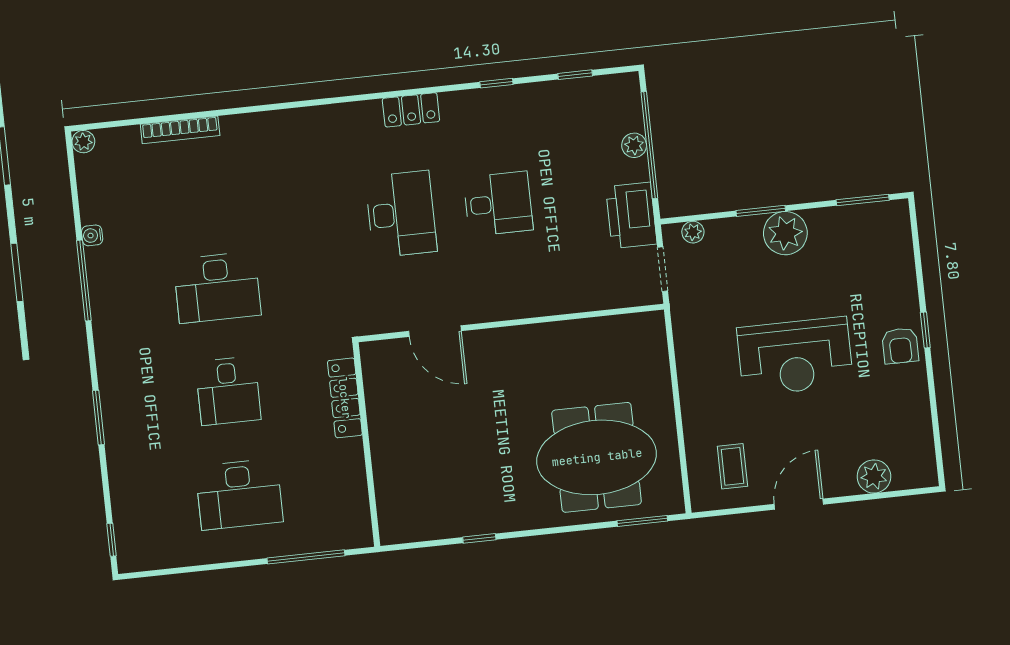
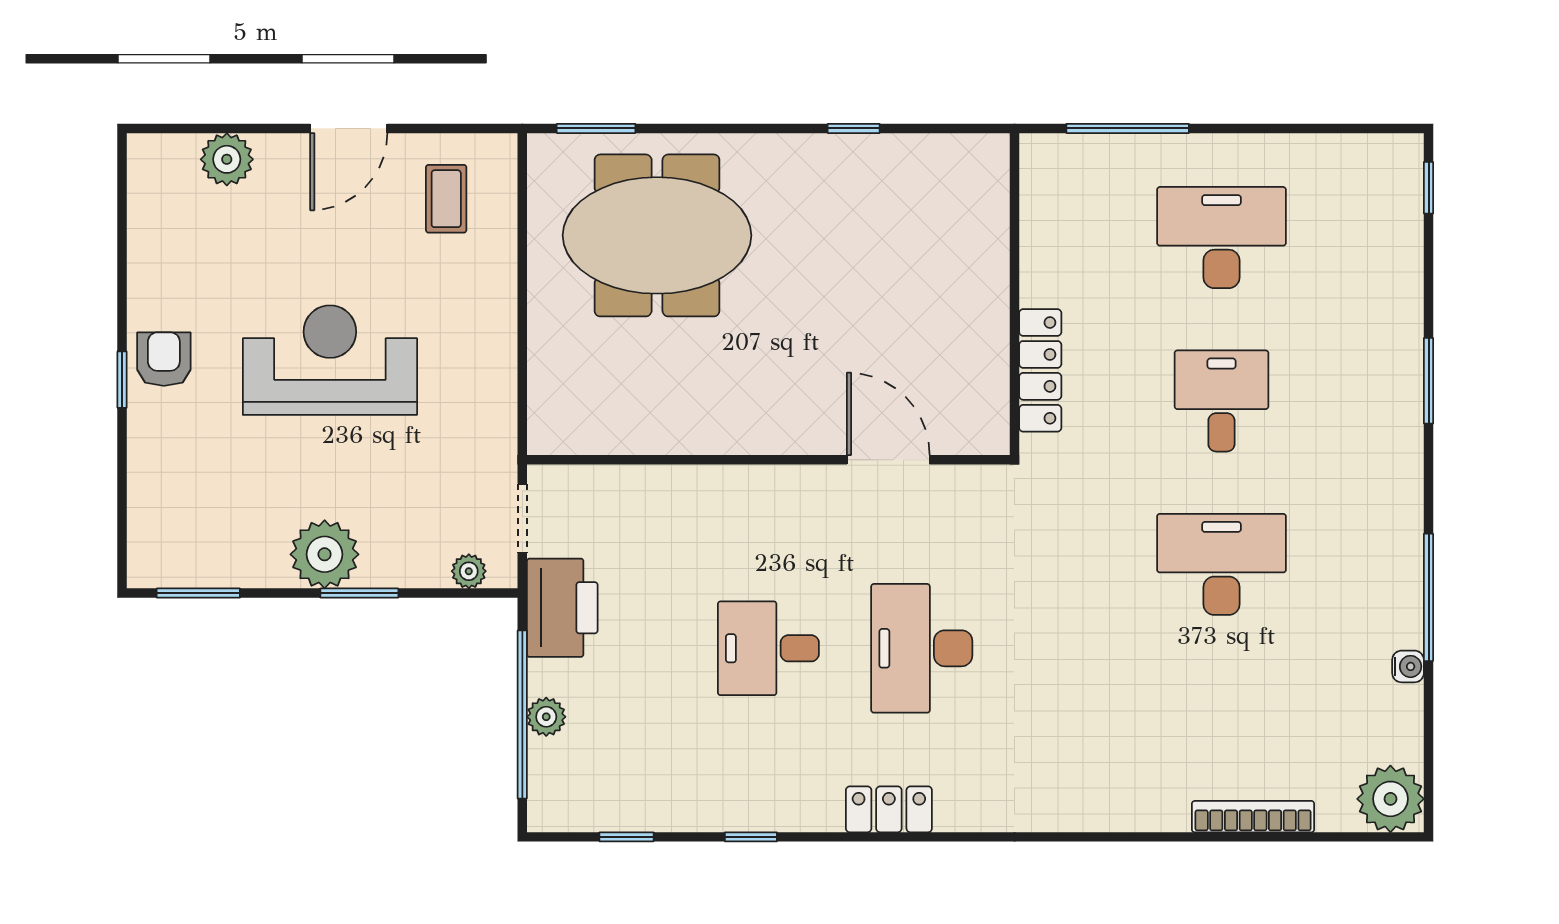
plant: (83, 142) -> (1390, 799), width x1.88, depth x1.88

